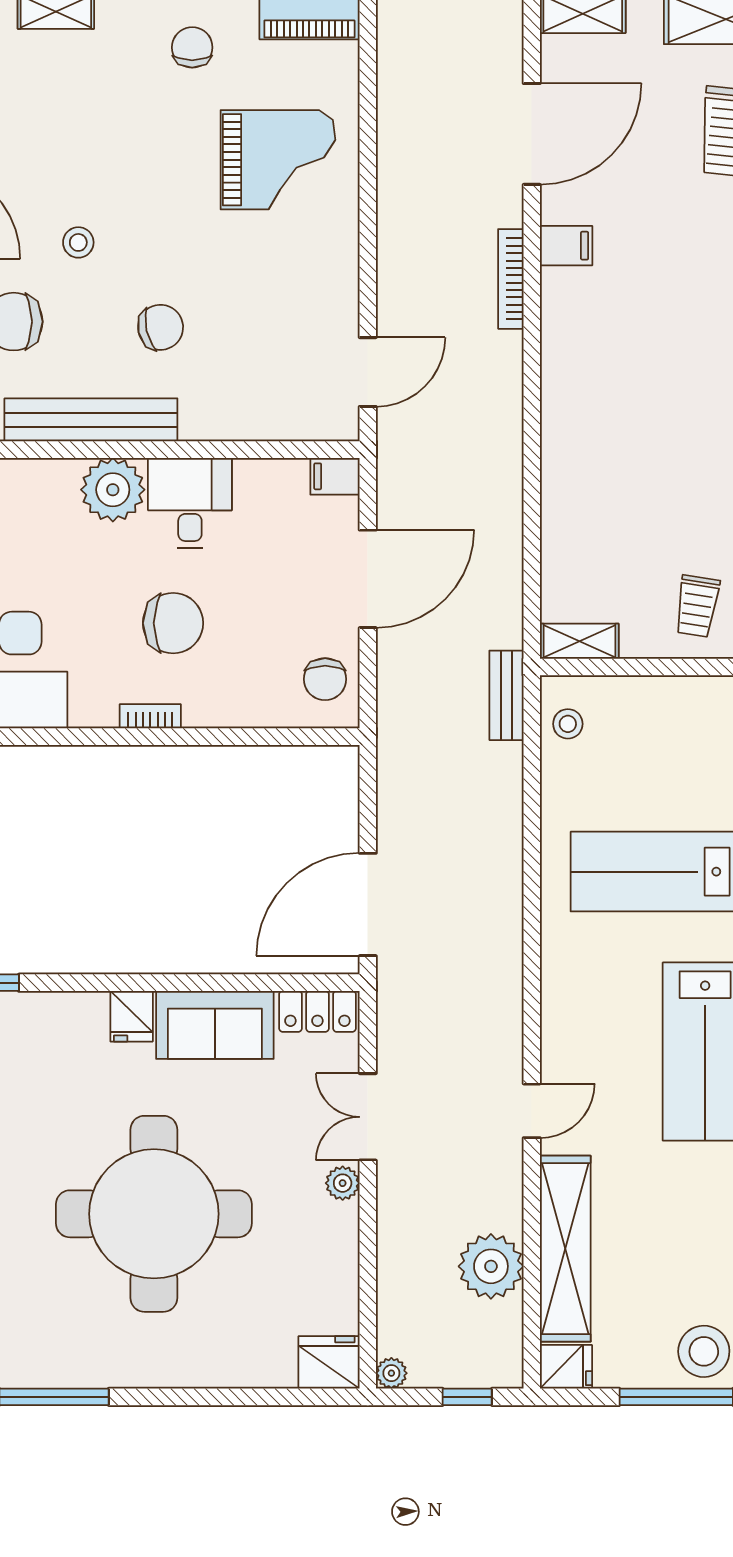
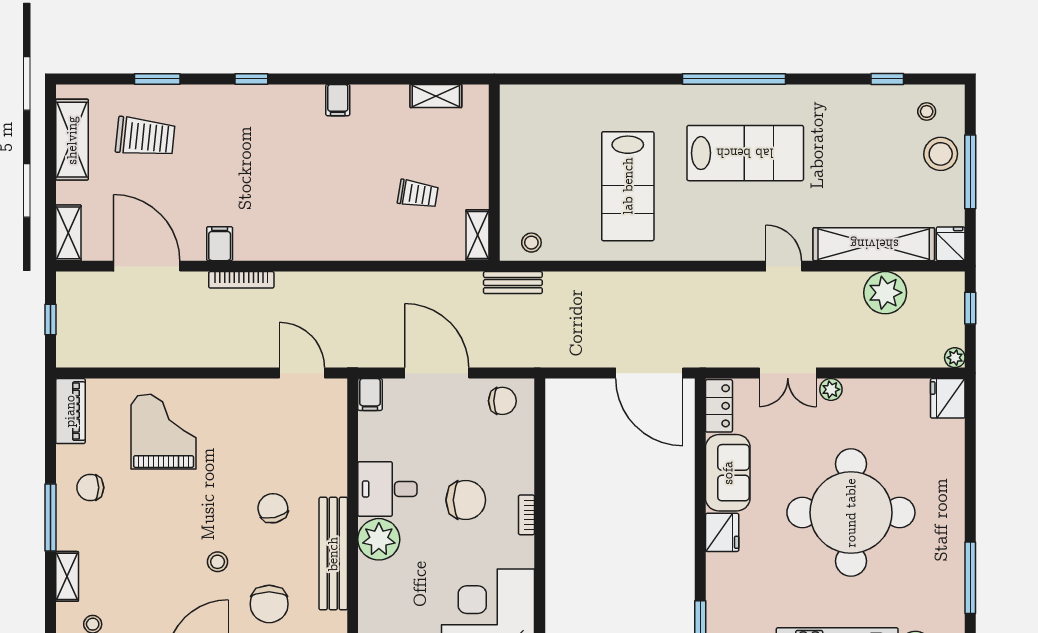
trolley: (697, 606) -> (418, 194), moved
chair: (173, 623) -> (466, 500), turned 90
fridge: (132, 1016) -> (722, 532), width x1.38

